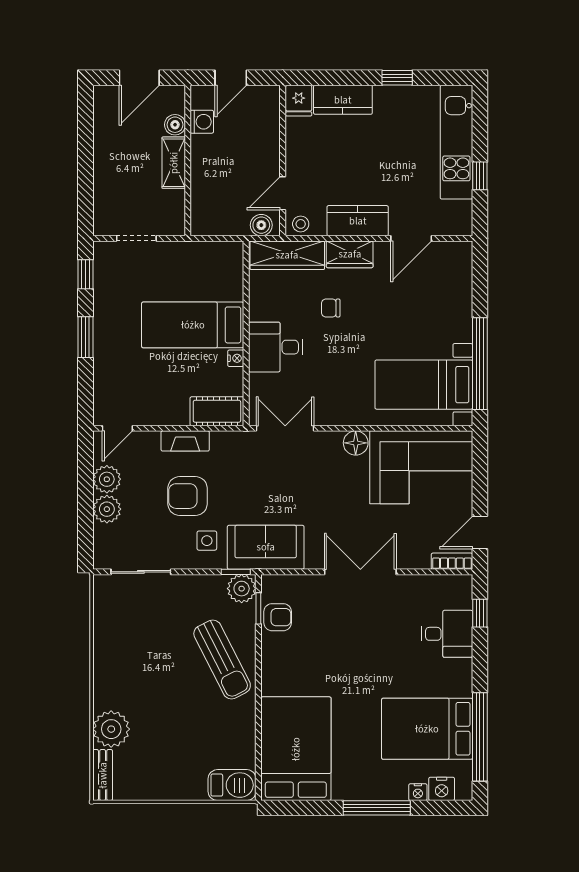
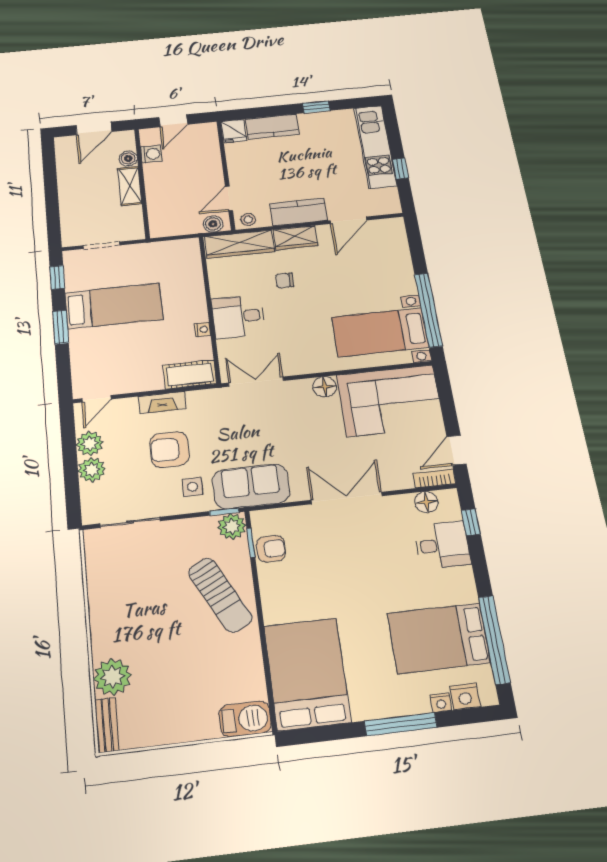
bed: (193, 325) -> (114, 306), moved, turned 180
floor lamp: (439, 586) -> (426, 502), added

